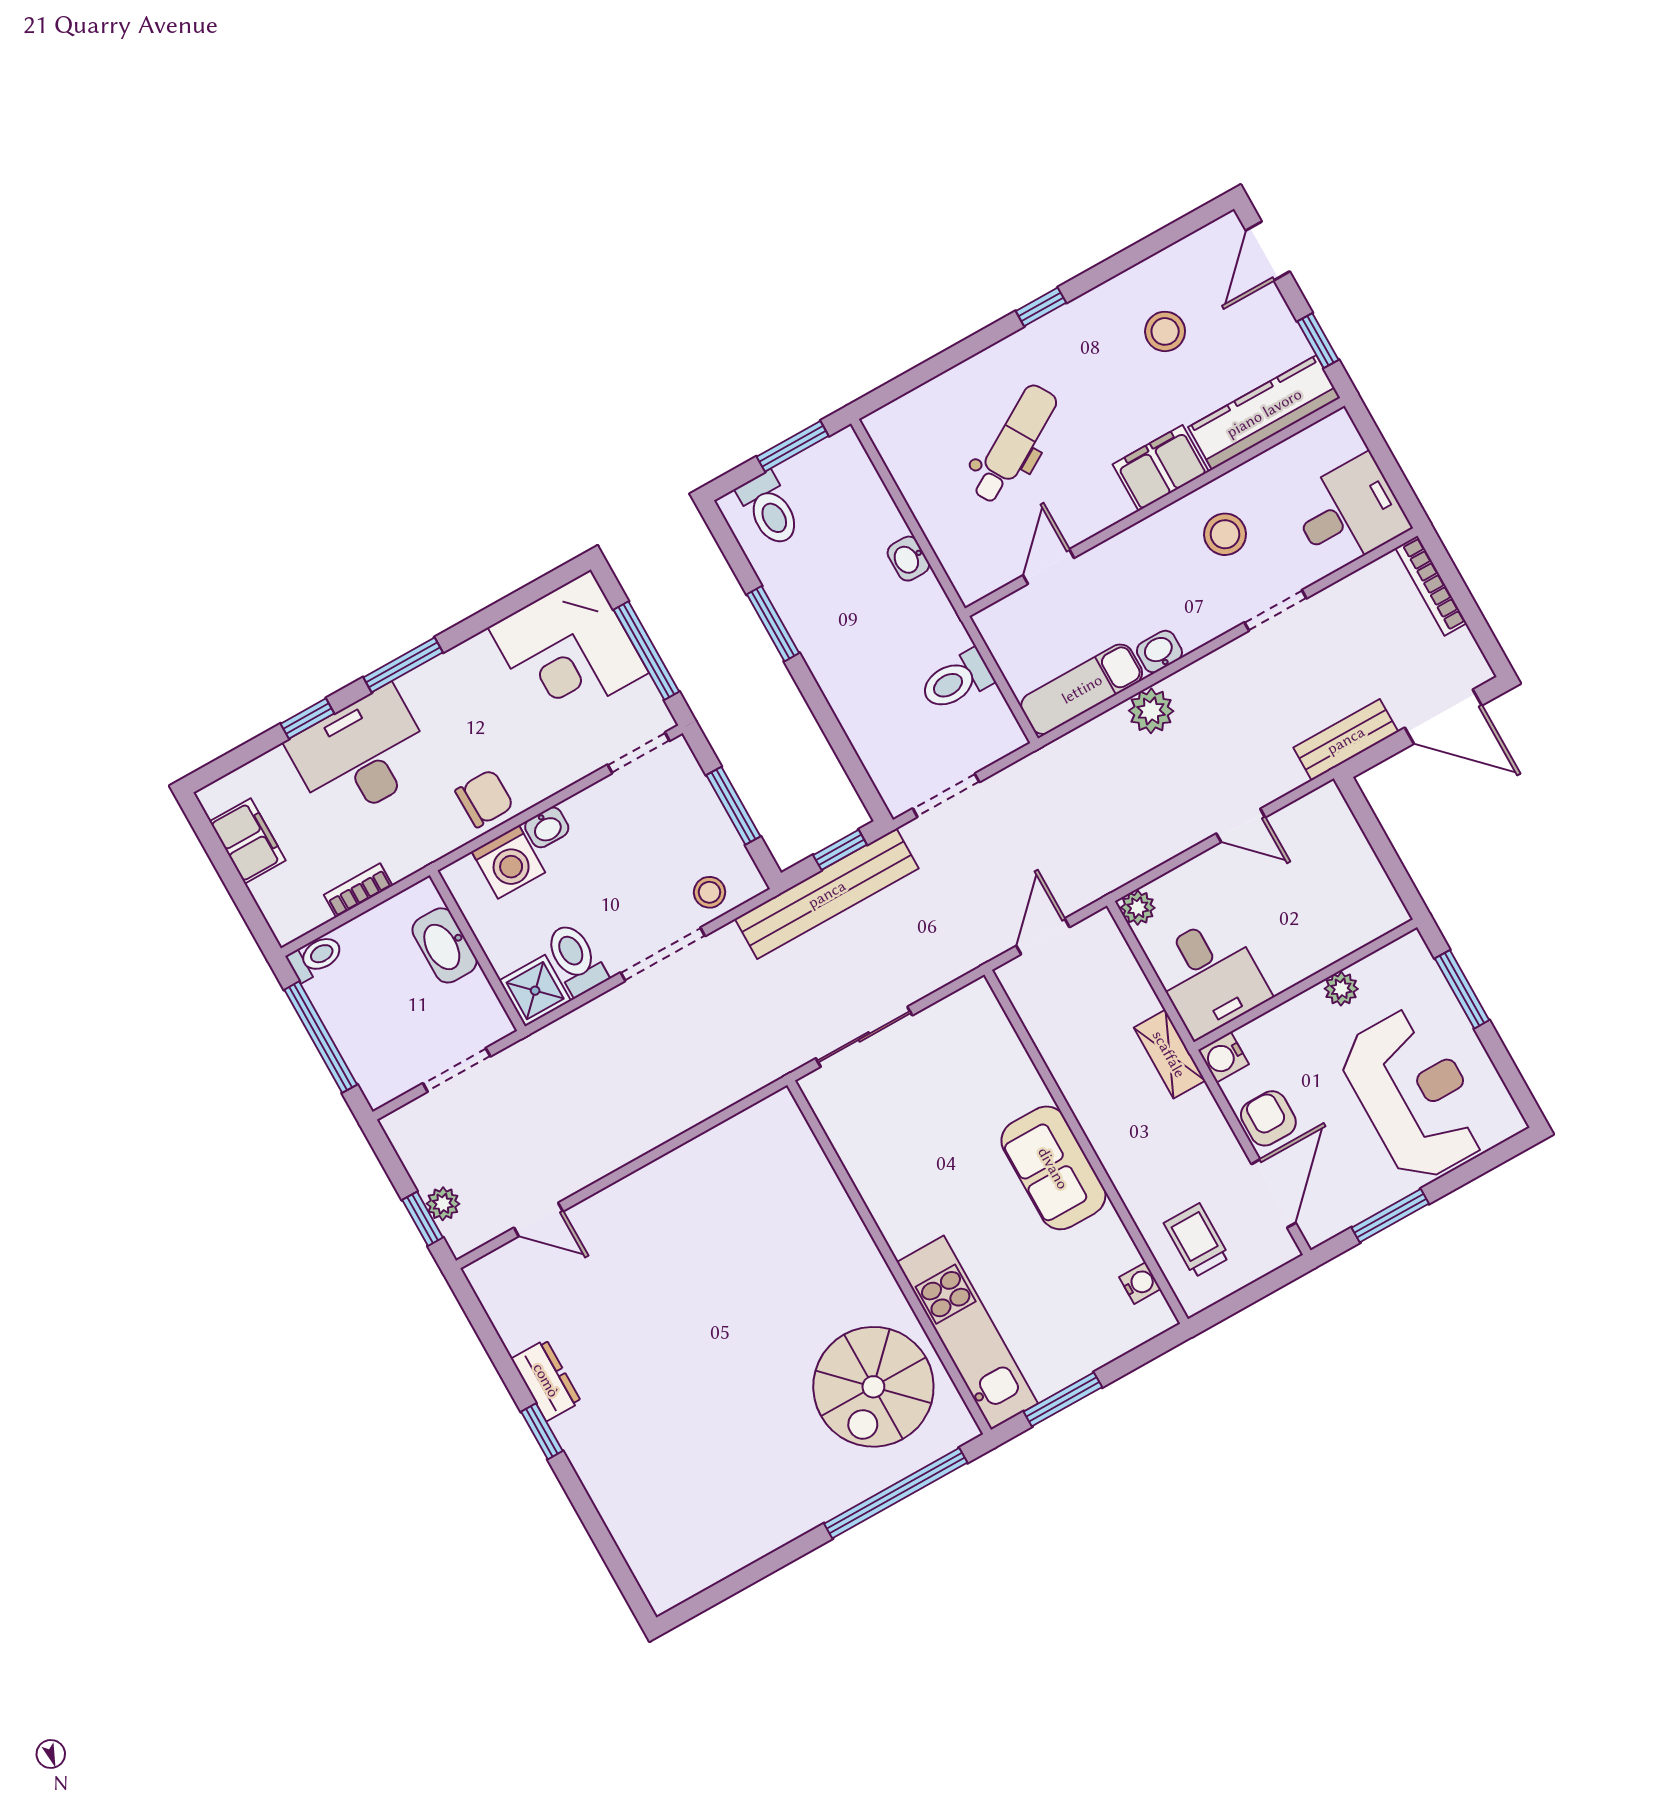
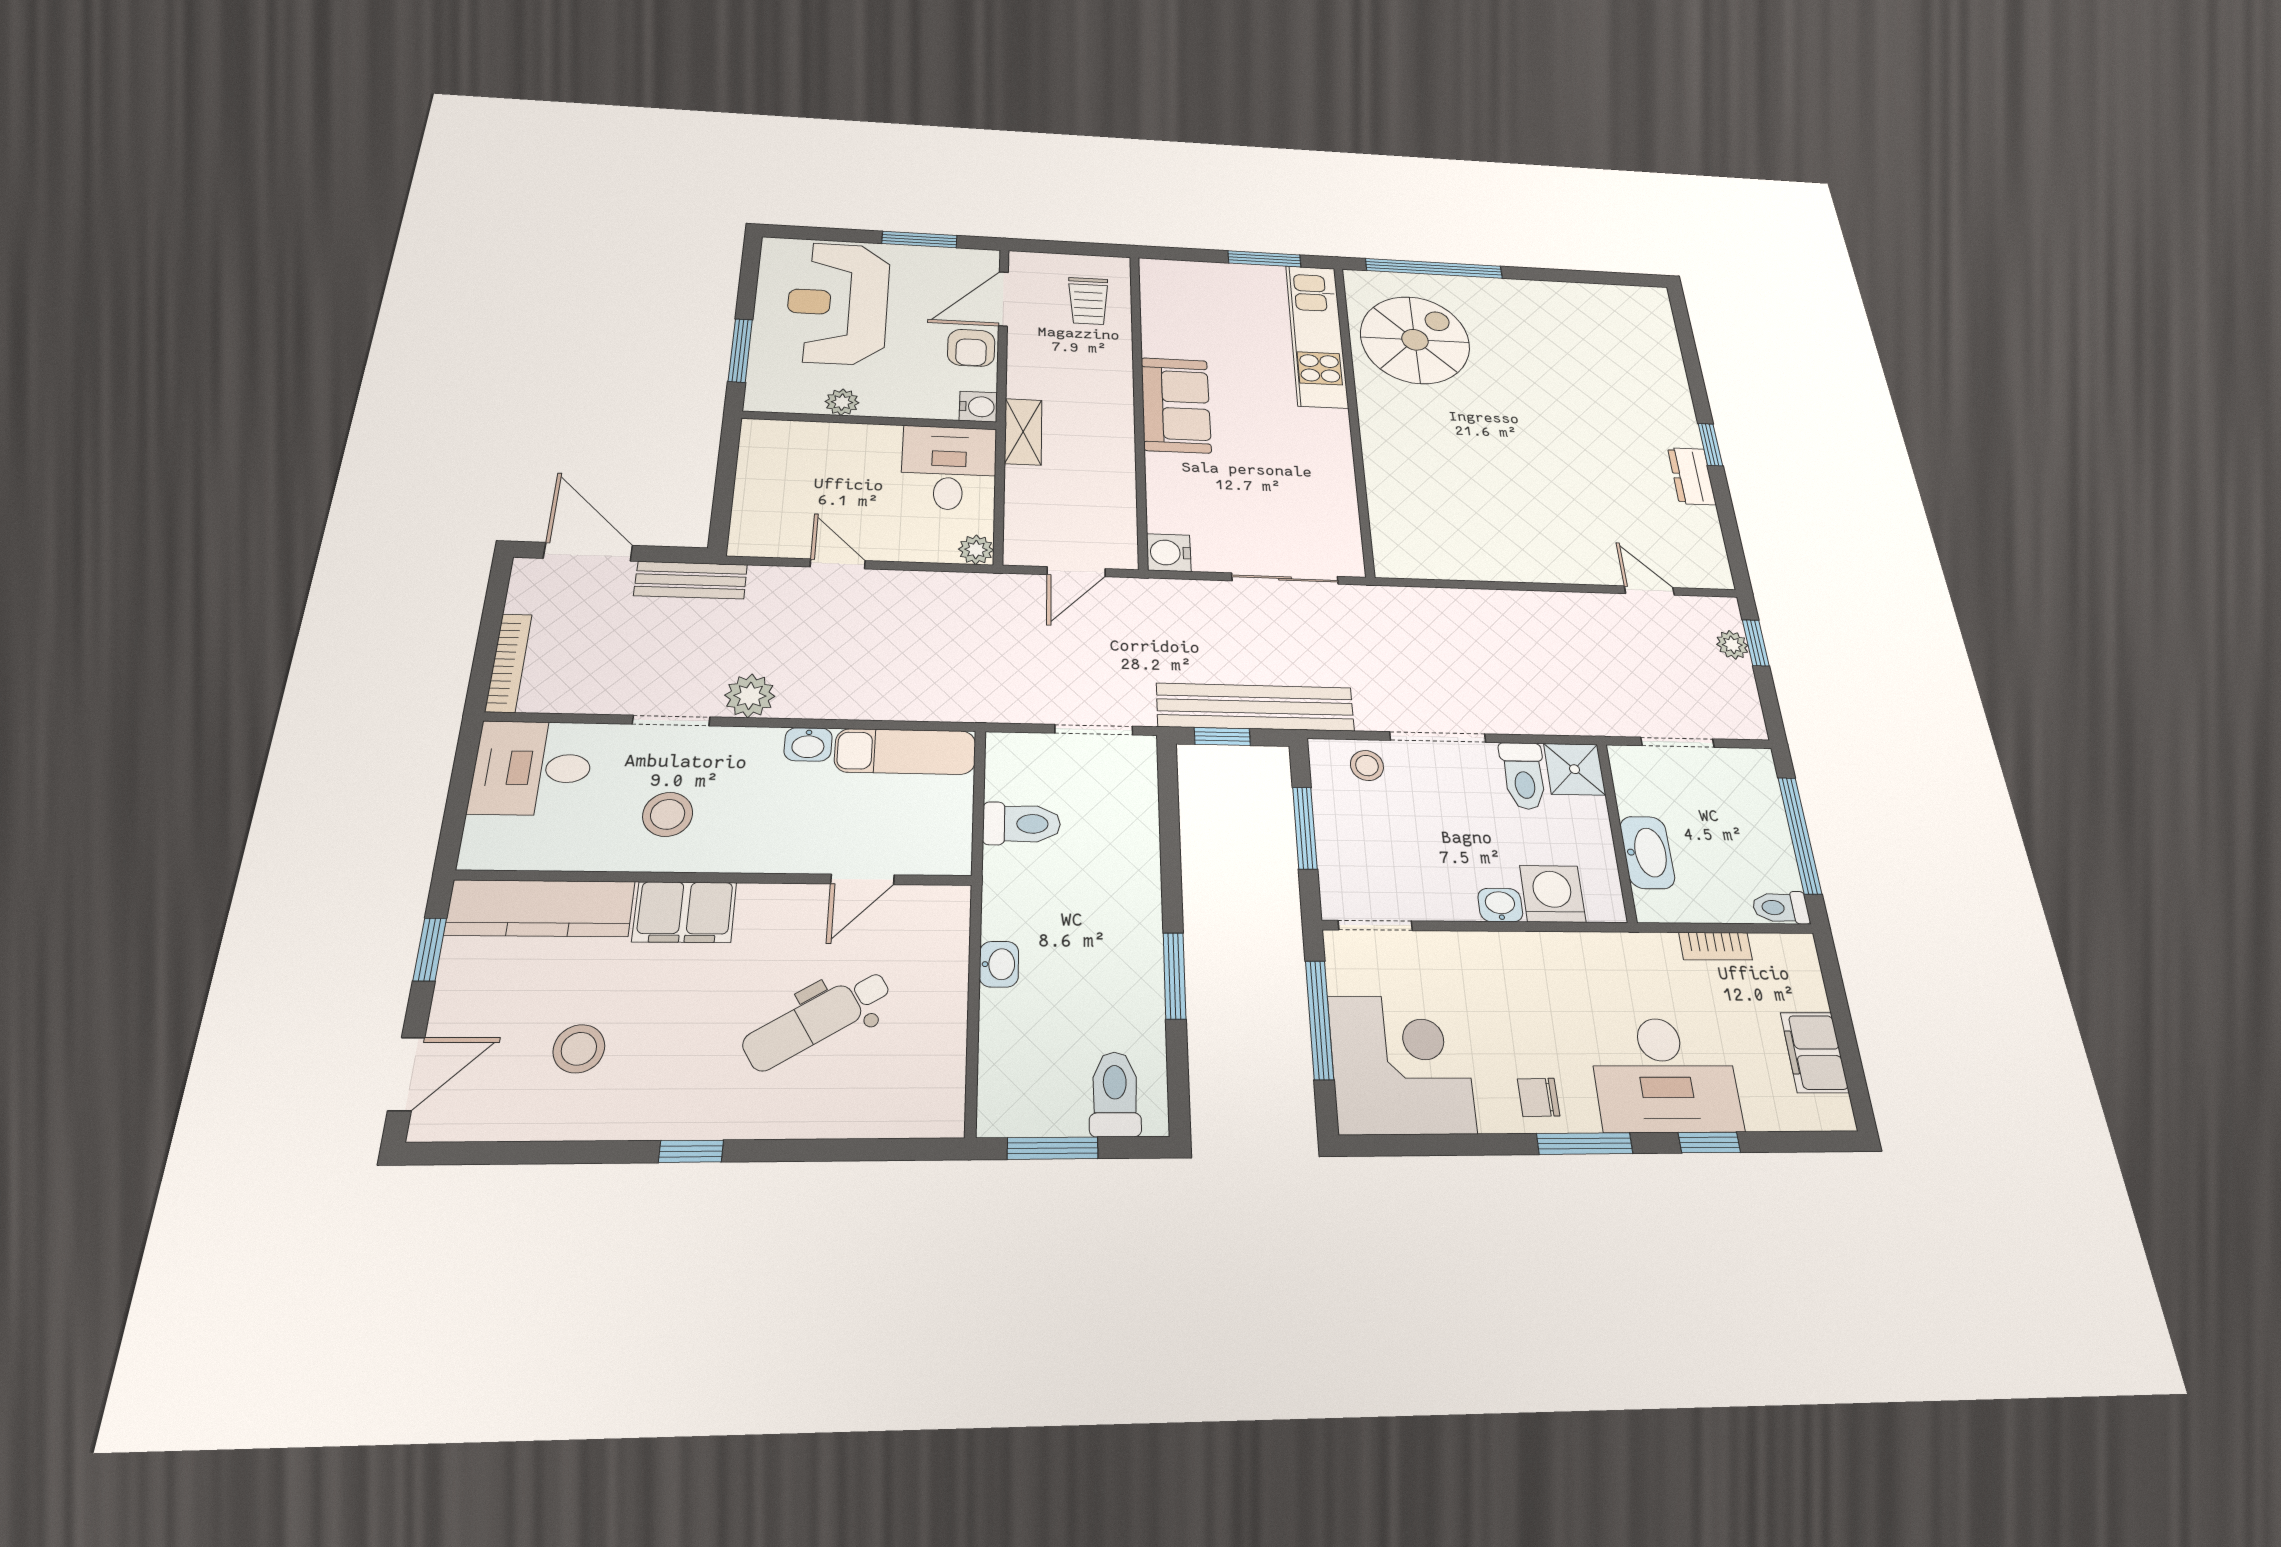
plant: (1151, 711) -> (750, 696), moved
chair: (484, 798) -> (1539, 1097), moved, width x0.73, depth x0.73
water cooler: (1140, 1283) -> (1169, 553), moved, width x1.38, depth x1.38

